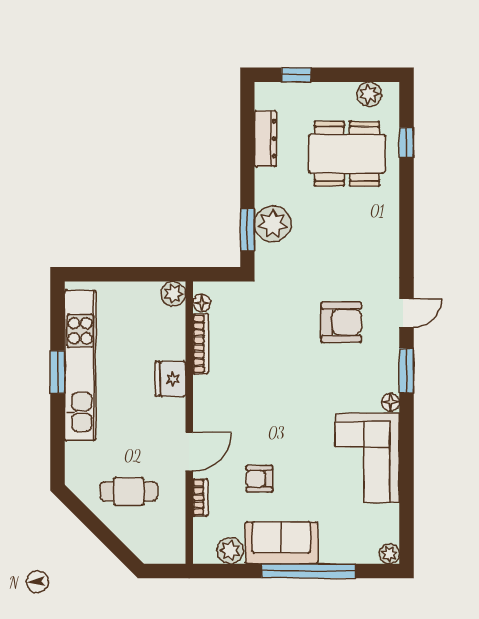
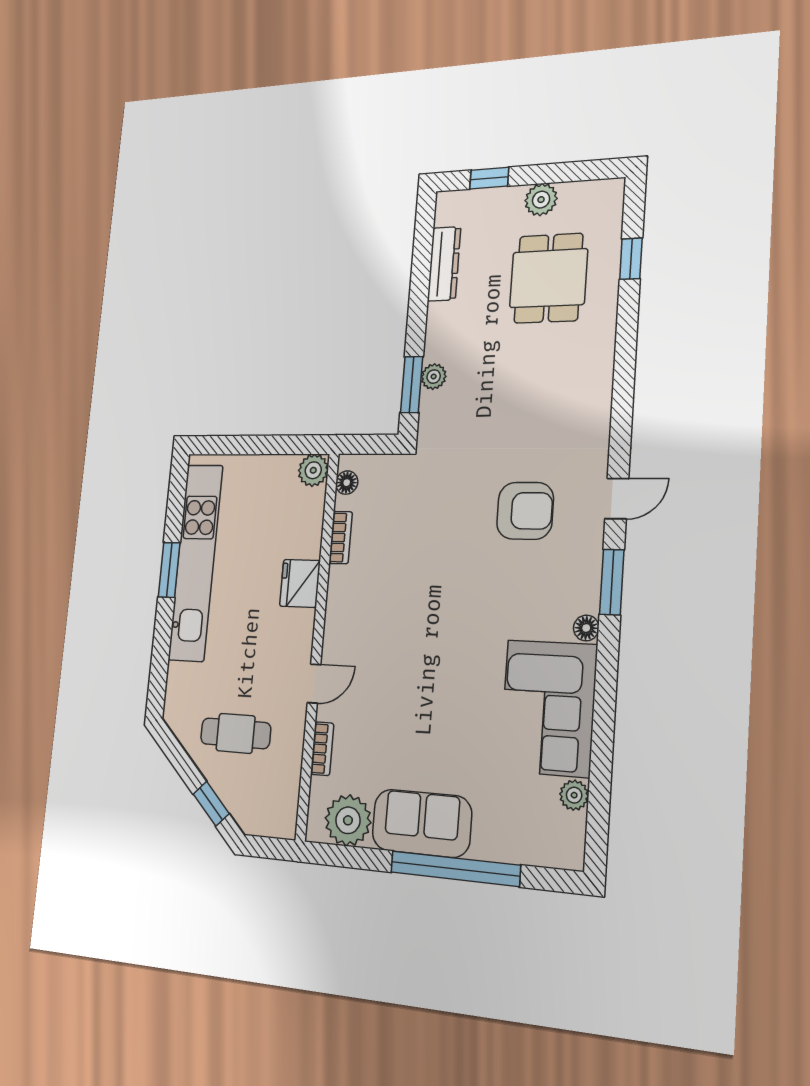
plant: (369, 94) -> (541, 200), moved
dining table: (347, 154) -> (548, 278), width x0.73
plant: (273, 224) -> (434, 377), width x0.53, depth x0.53
bookcase: (201, 344) -> (341, 538), width x0.64
door: (189, 451) -> (314, 684), width x0.73
armchair: (259, 479) -> (400, 728), removed
window: (114, 544) -> (211, 804), added
plant: (230, 551) -> (348, 820), width x1.36, depth x1.36
plant: (389, 554) -> (574, 795), moved

